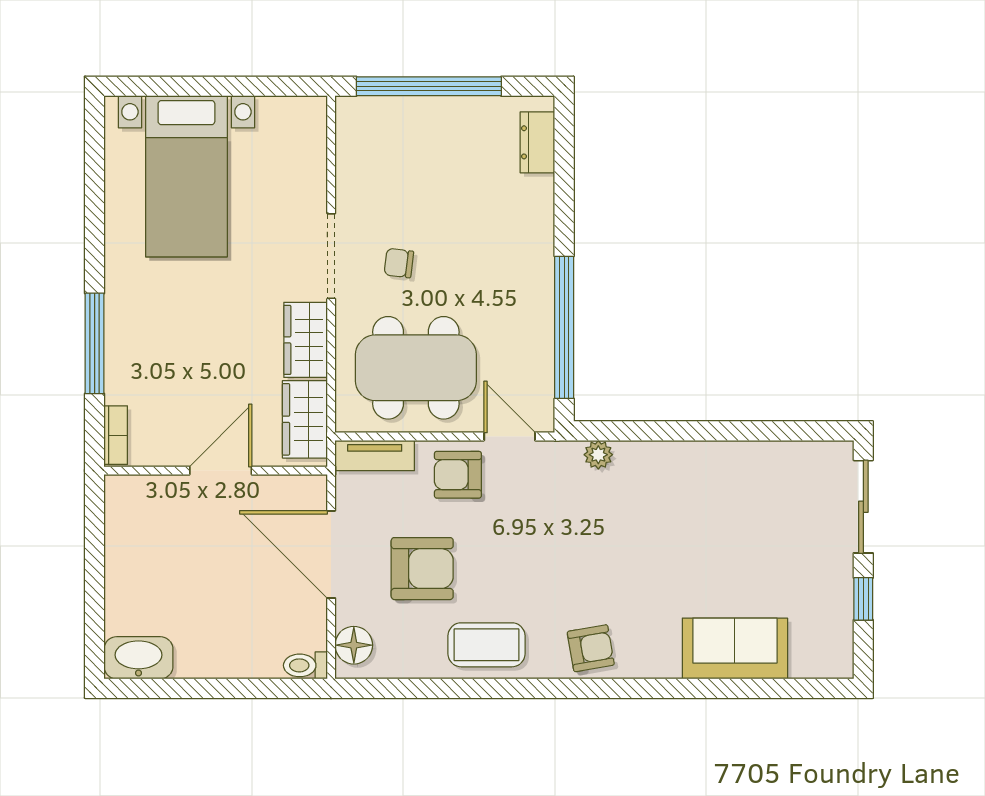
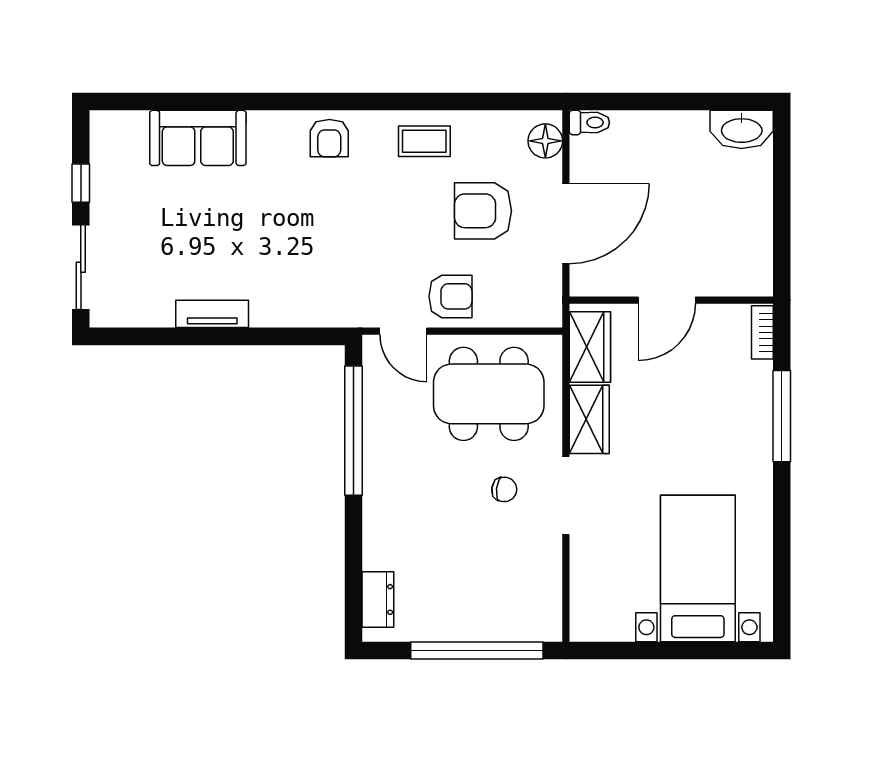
tv unit: (375, 455) -> (212, 314), moved
plant: (598, 455) -> (322, 315), removed
door: (331, 554) -> (566, 224), hinge flipped
coffee table: (486, 645) -> (424, 141), width x0.73, depth x0.77
armchair: (591, 648) -> (329, 138), turned -80

